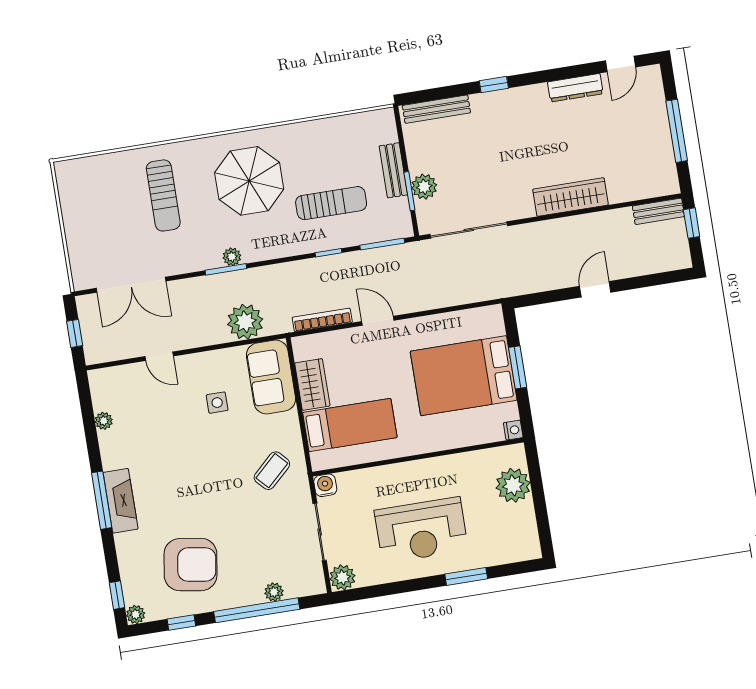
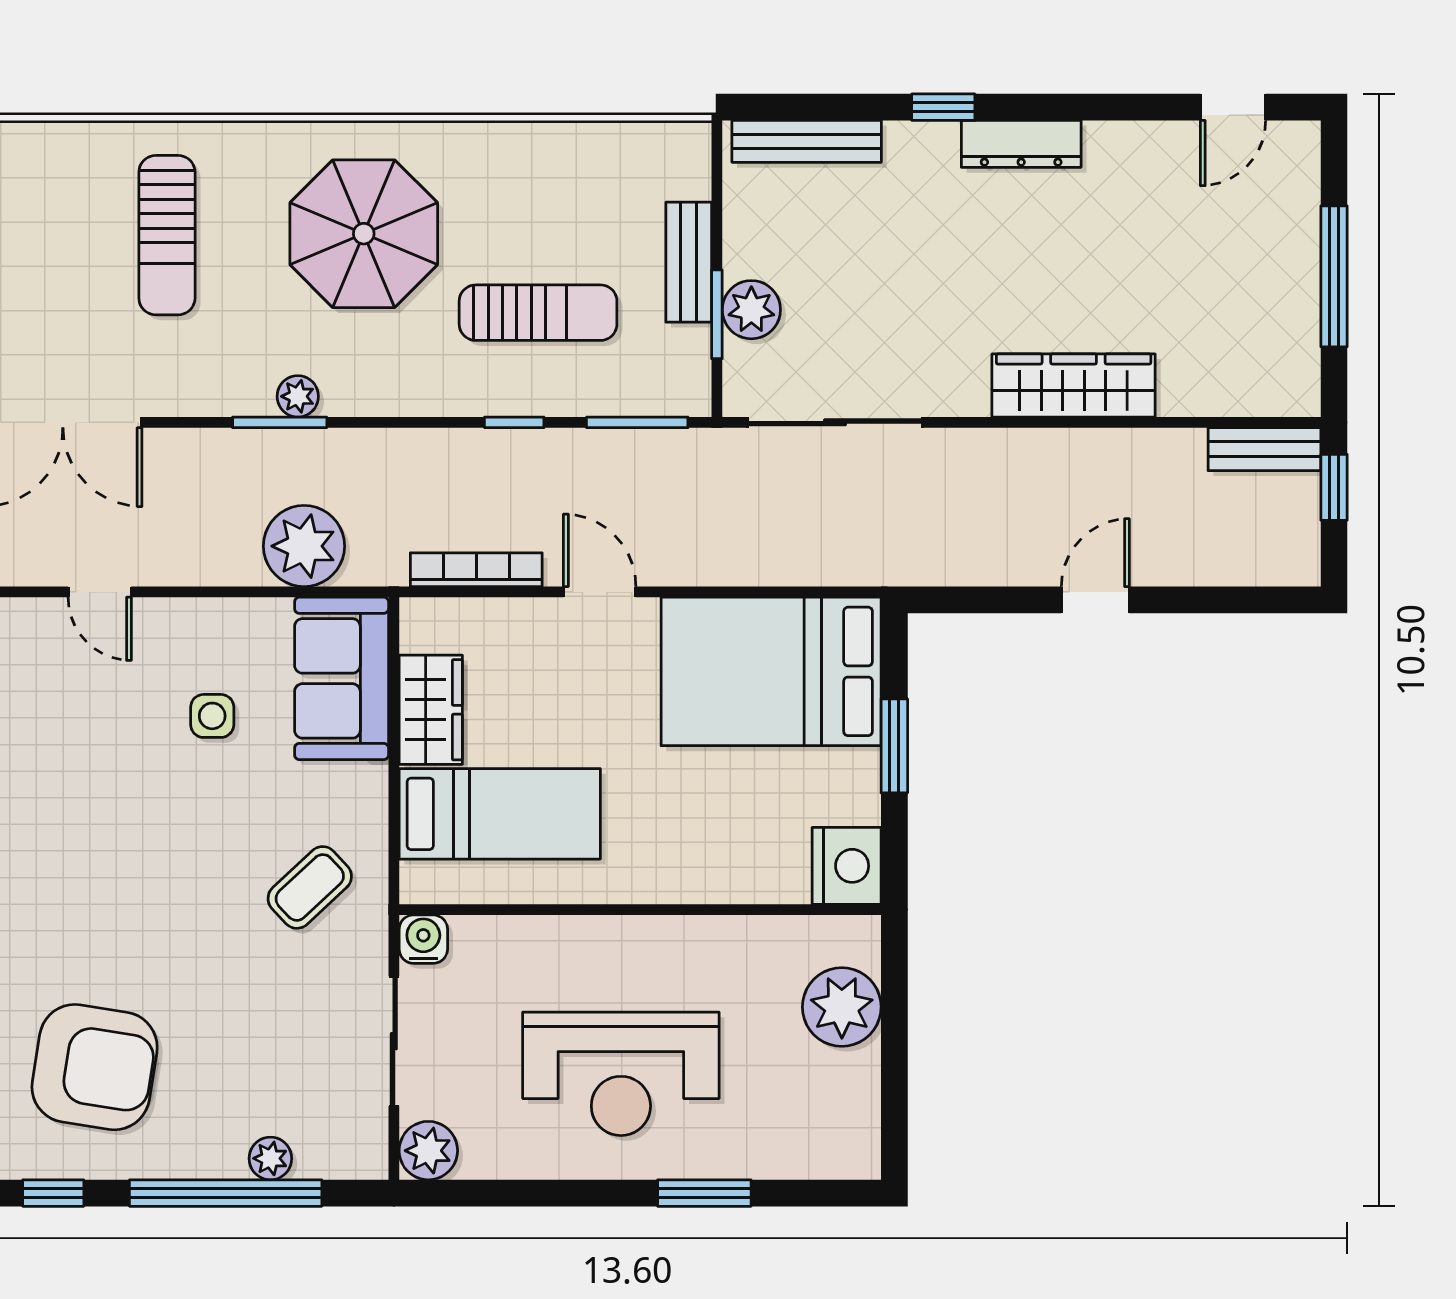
dresser: (575, 88) -> (1021, 144), moved
bed: (464, 376) -> (771, 671), moved
nightstand: (513, 430) -> (847, 866), width x1.89, depth x1.79

